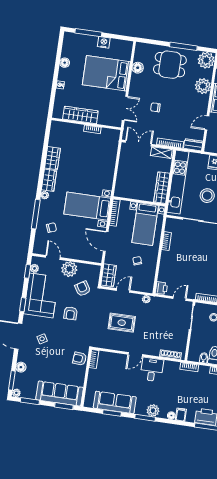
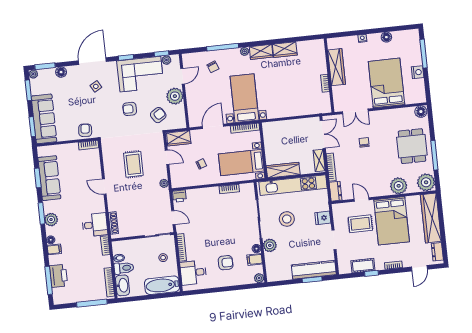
floor lamp: (138, 68) -> (421, 112), moved
desk: (152, 370) -> (95, 225), moved

